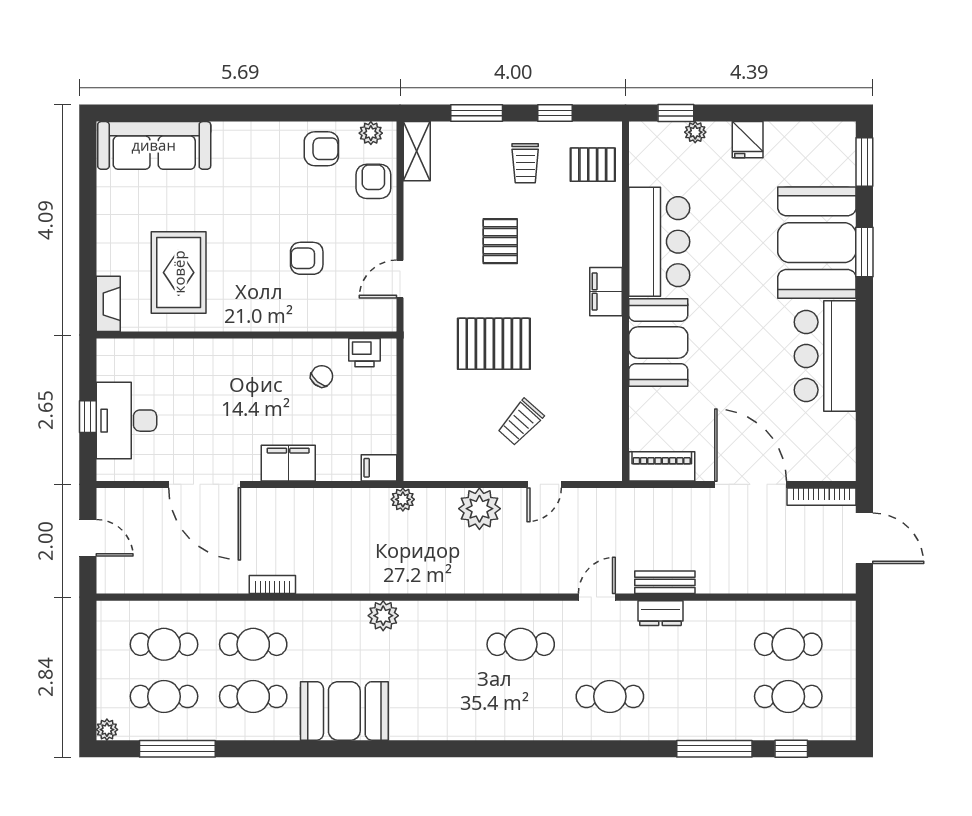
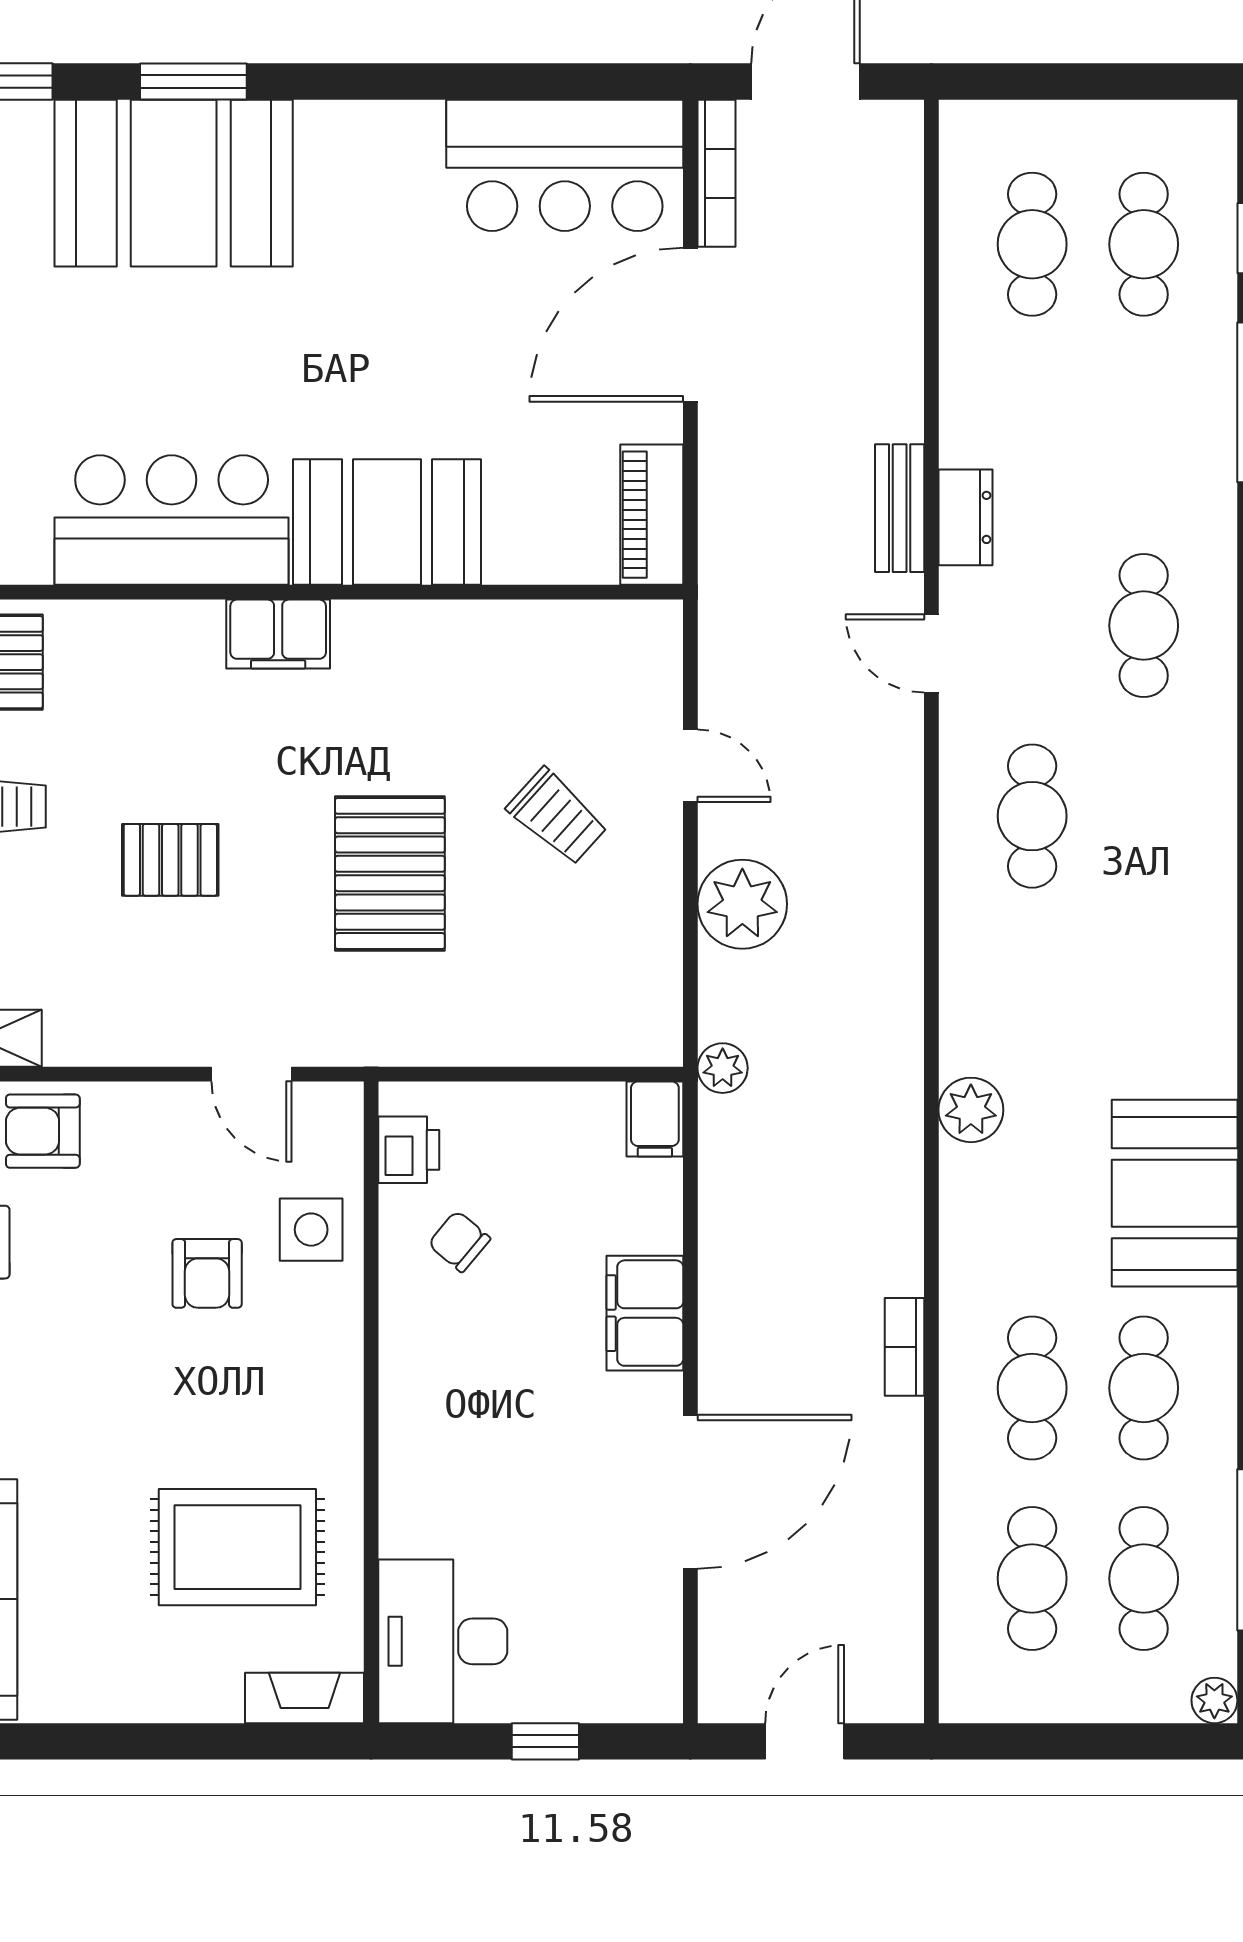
side table: (327, 307) -> (311, 1230), added
bar counter: (825, 356) -> (565, 165), moved
desk: (126, 421) -> (443, 1641), moved, turned 90

